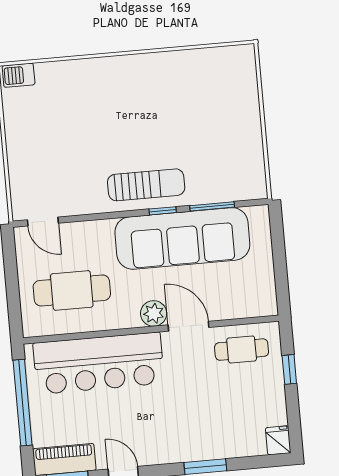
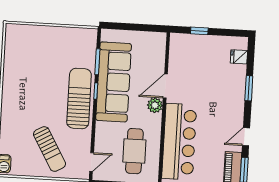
sun lounger: (54, 148) -> (49, 149), added
sun lounger: (146, 185) -> (79, 99), width x1.36, depth x1.34
cafe table: (242, 350) -> (184, 57), removed
fridge: (278, 440) -> (239, 57), moved

